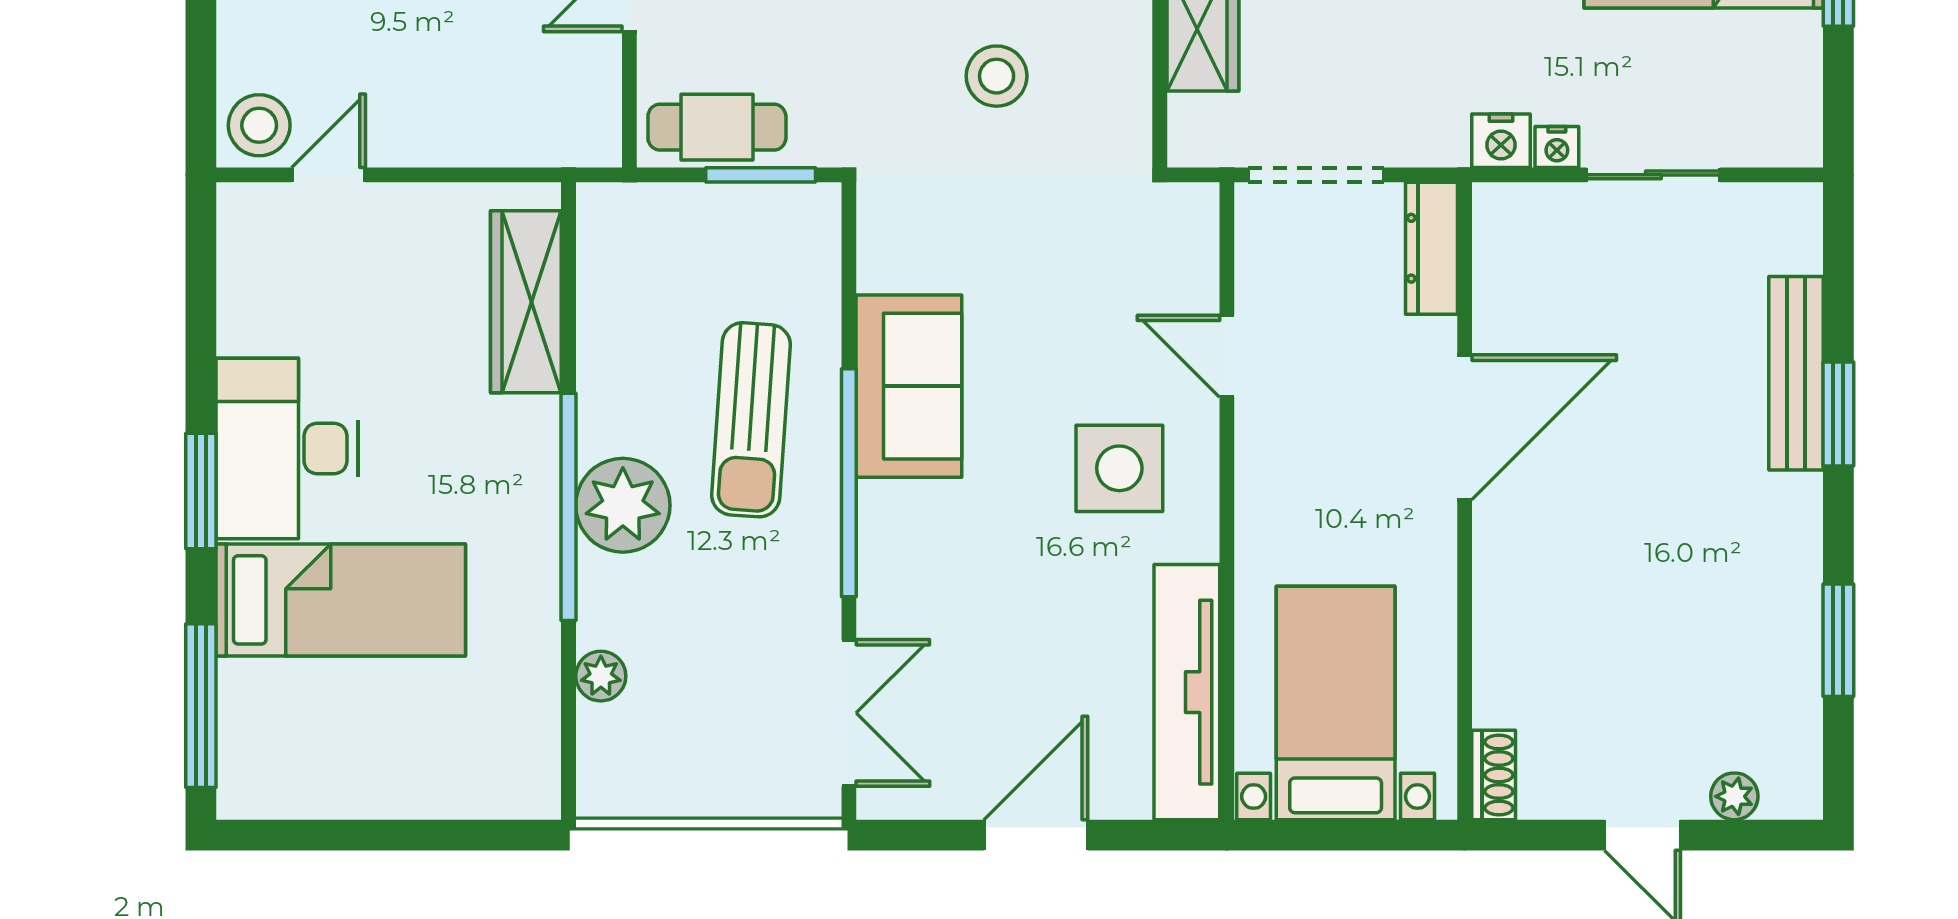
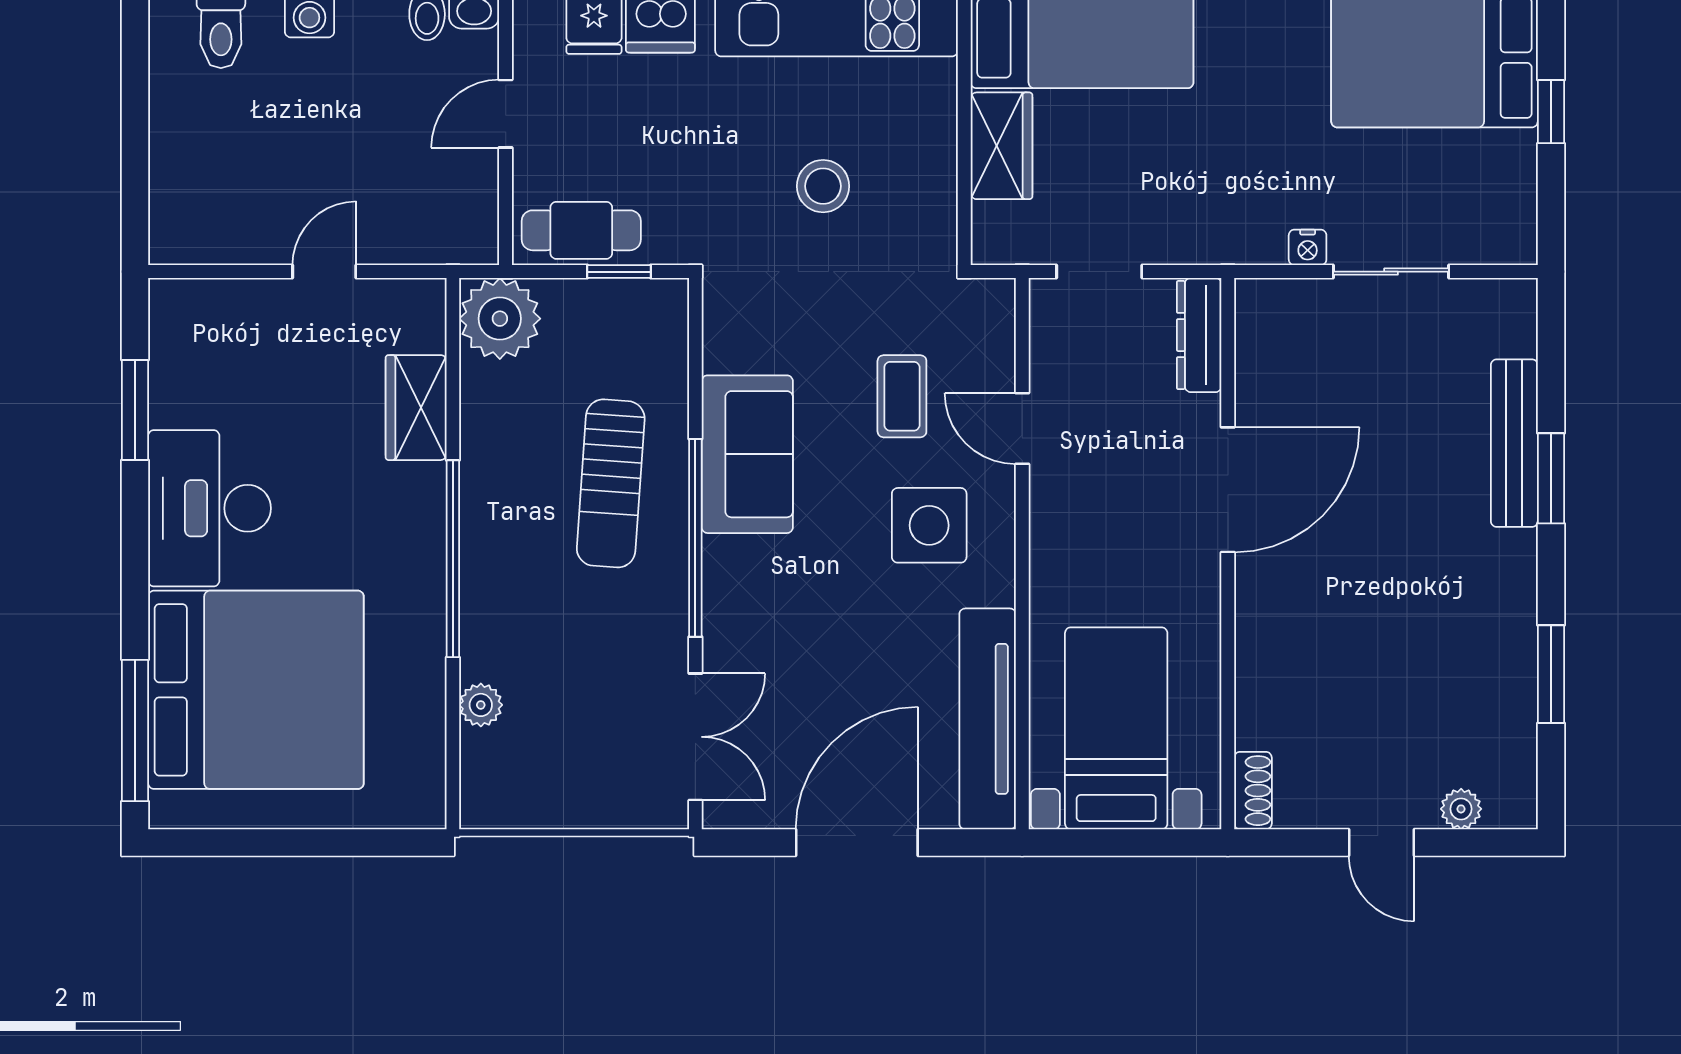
stool: (259, 125) -> (185, 229), removed
nightstand: (1501, 141) -> (1259, 242), removed
door: (329, 175) -> (324, 272), moved
window: (761, 175) -> (619, 272), width x0.67
doorway: (1316, 175) -> (1099, 272), width x0.73
wardrobe: (526, 302) -> (416, 408), width x0.67
coffee table: (1088, 319) -> (902, 396), added
window: (201, 491) -> (135, 410), moved
plant: (623, 505) -> (500, 319), moved
bed: (341, 600) -> (256, 690), width x2.04
door: (1036, 835) -> (857, 843), width x1.36

